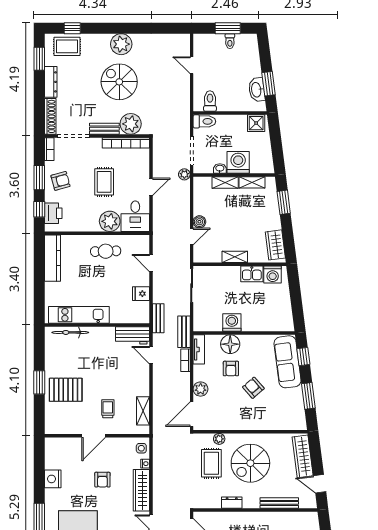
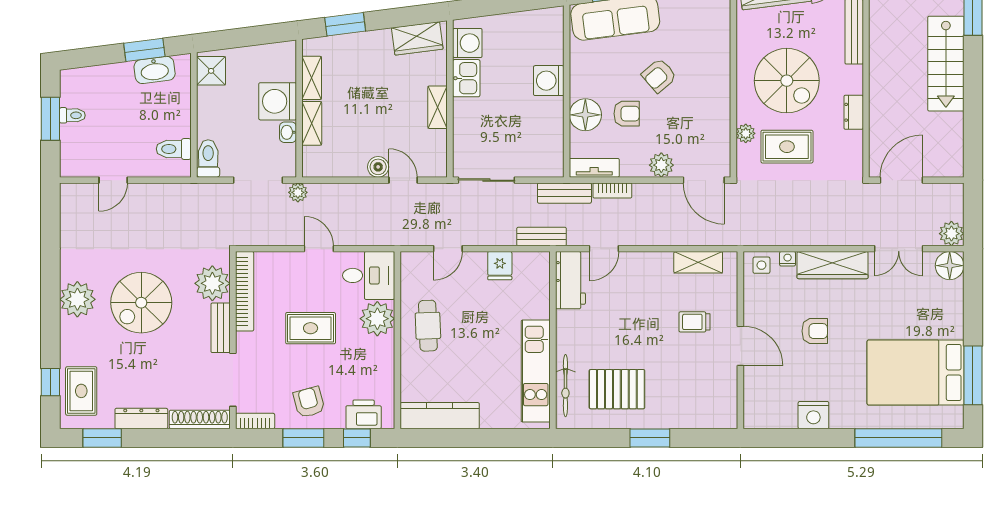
washing machine: (232, 323) -> (549, 81), moved
pallet: (66, 390) -> (617, 389), moved, turned 90

